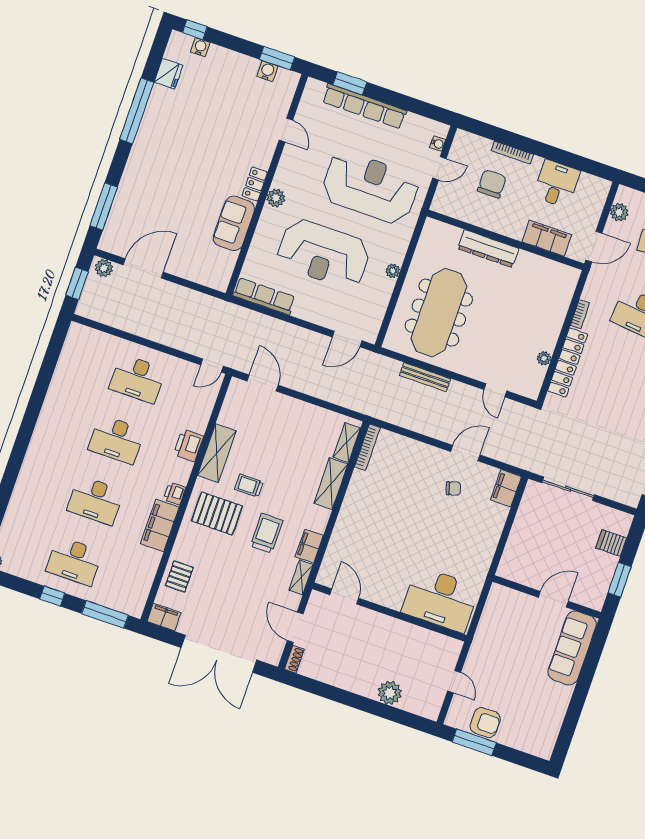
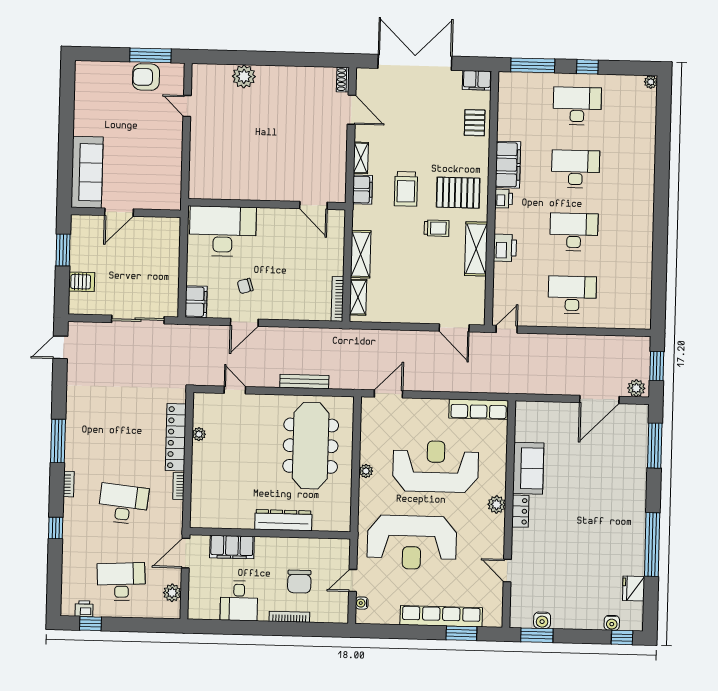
door: (344, 596) -> (313, 205), moved
desk: (441, 599) -> (223, 231), moved
wall: (389, 612) -> (267, 204), moved

